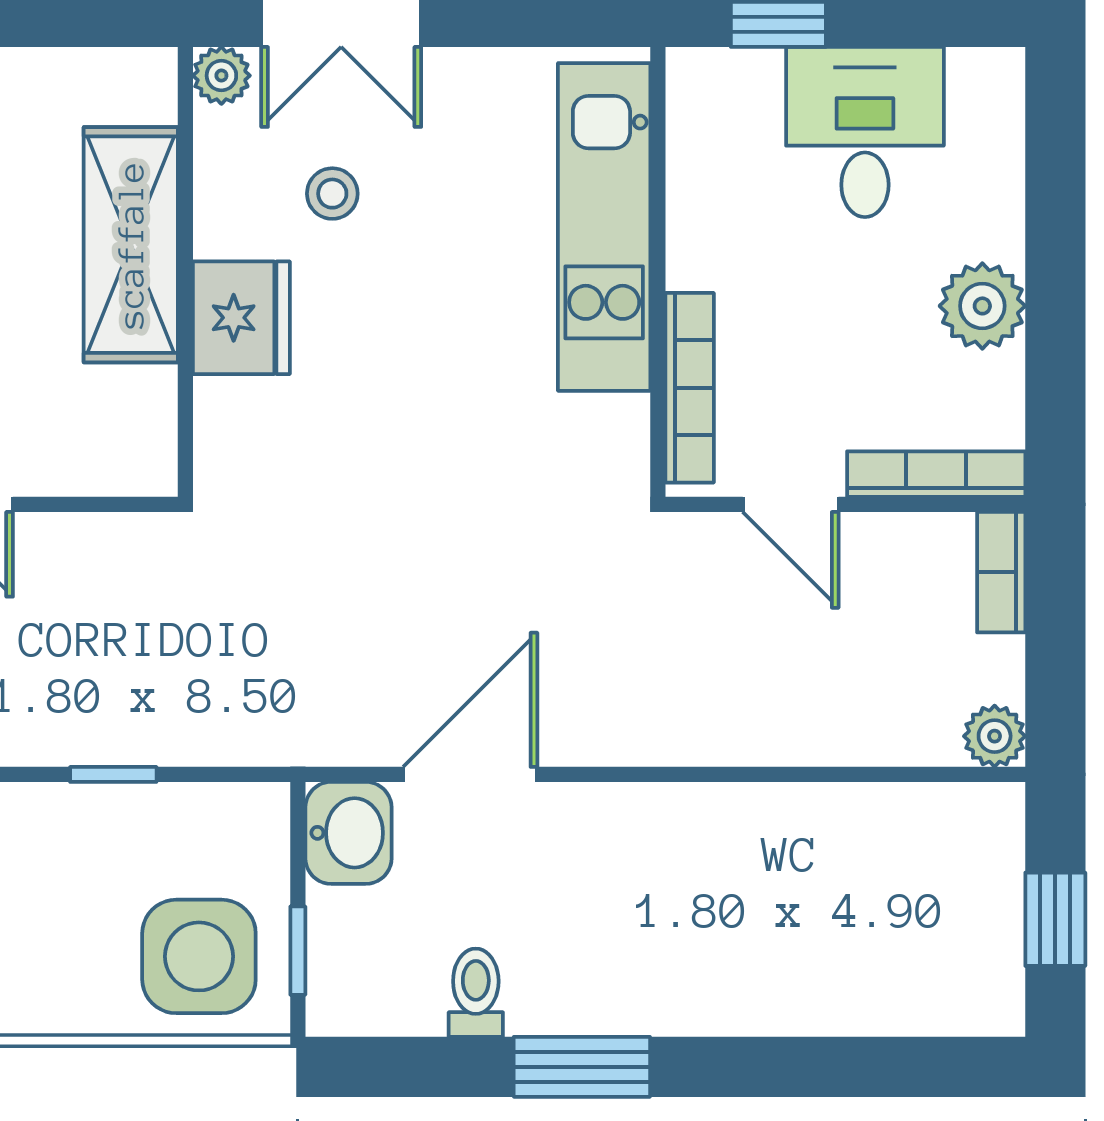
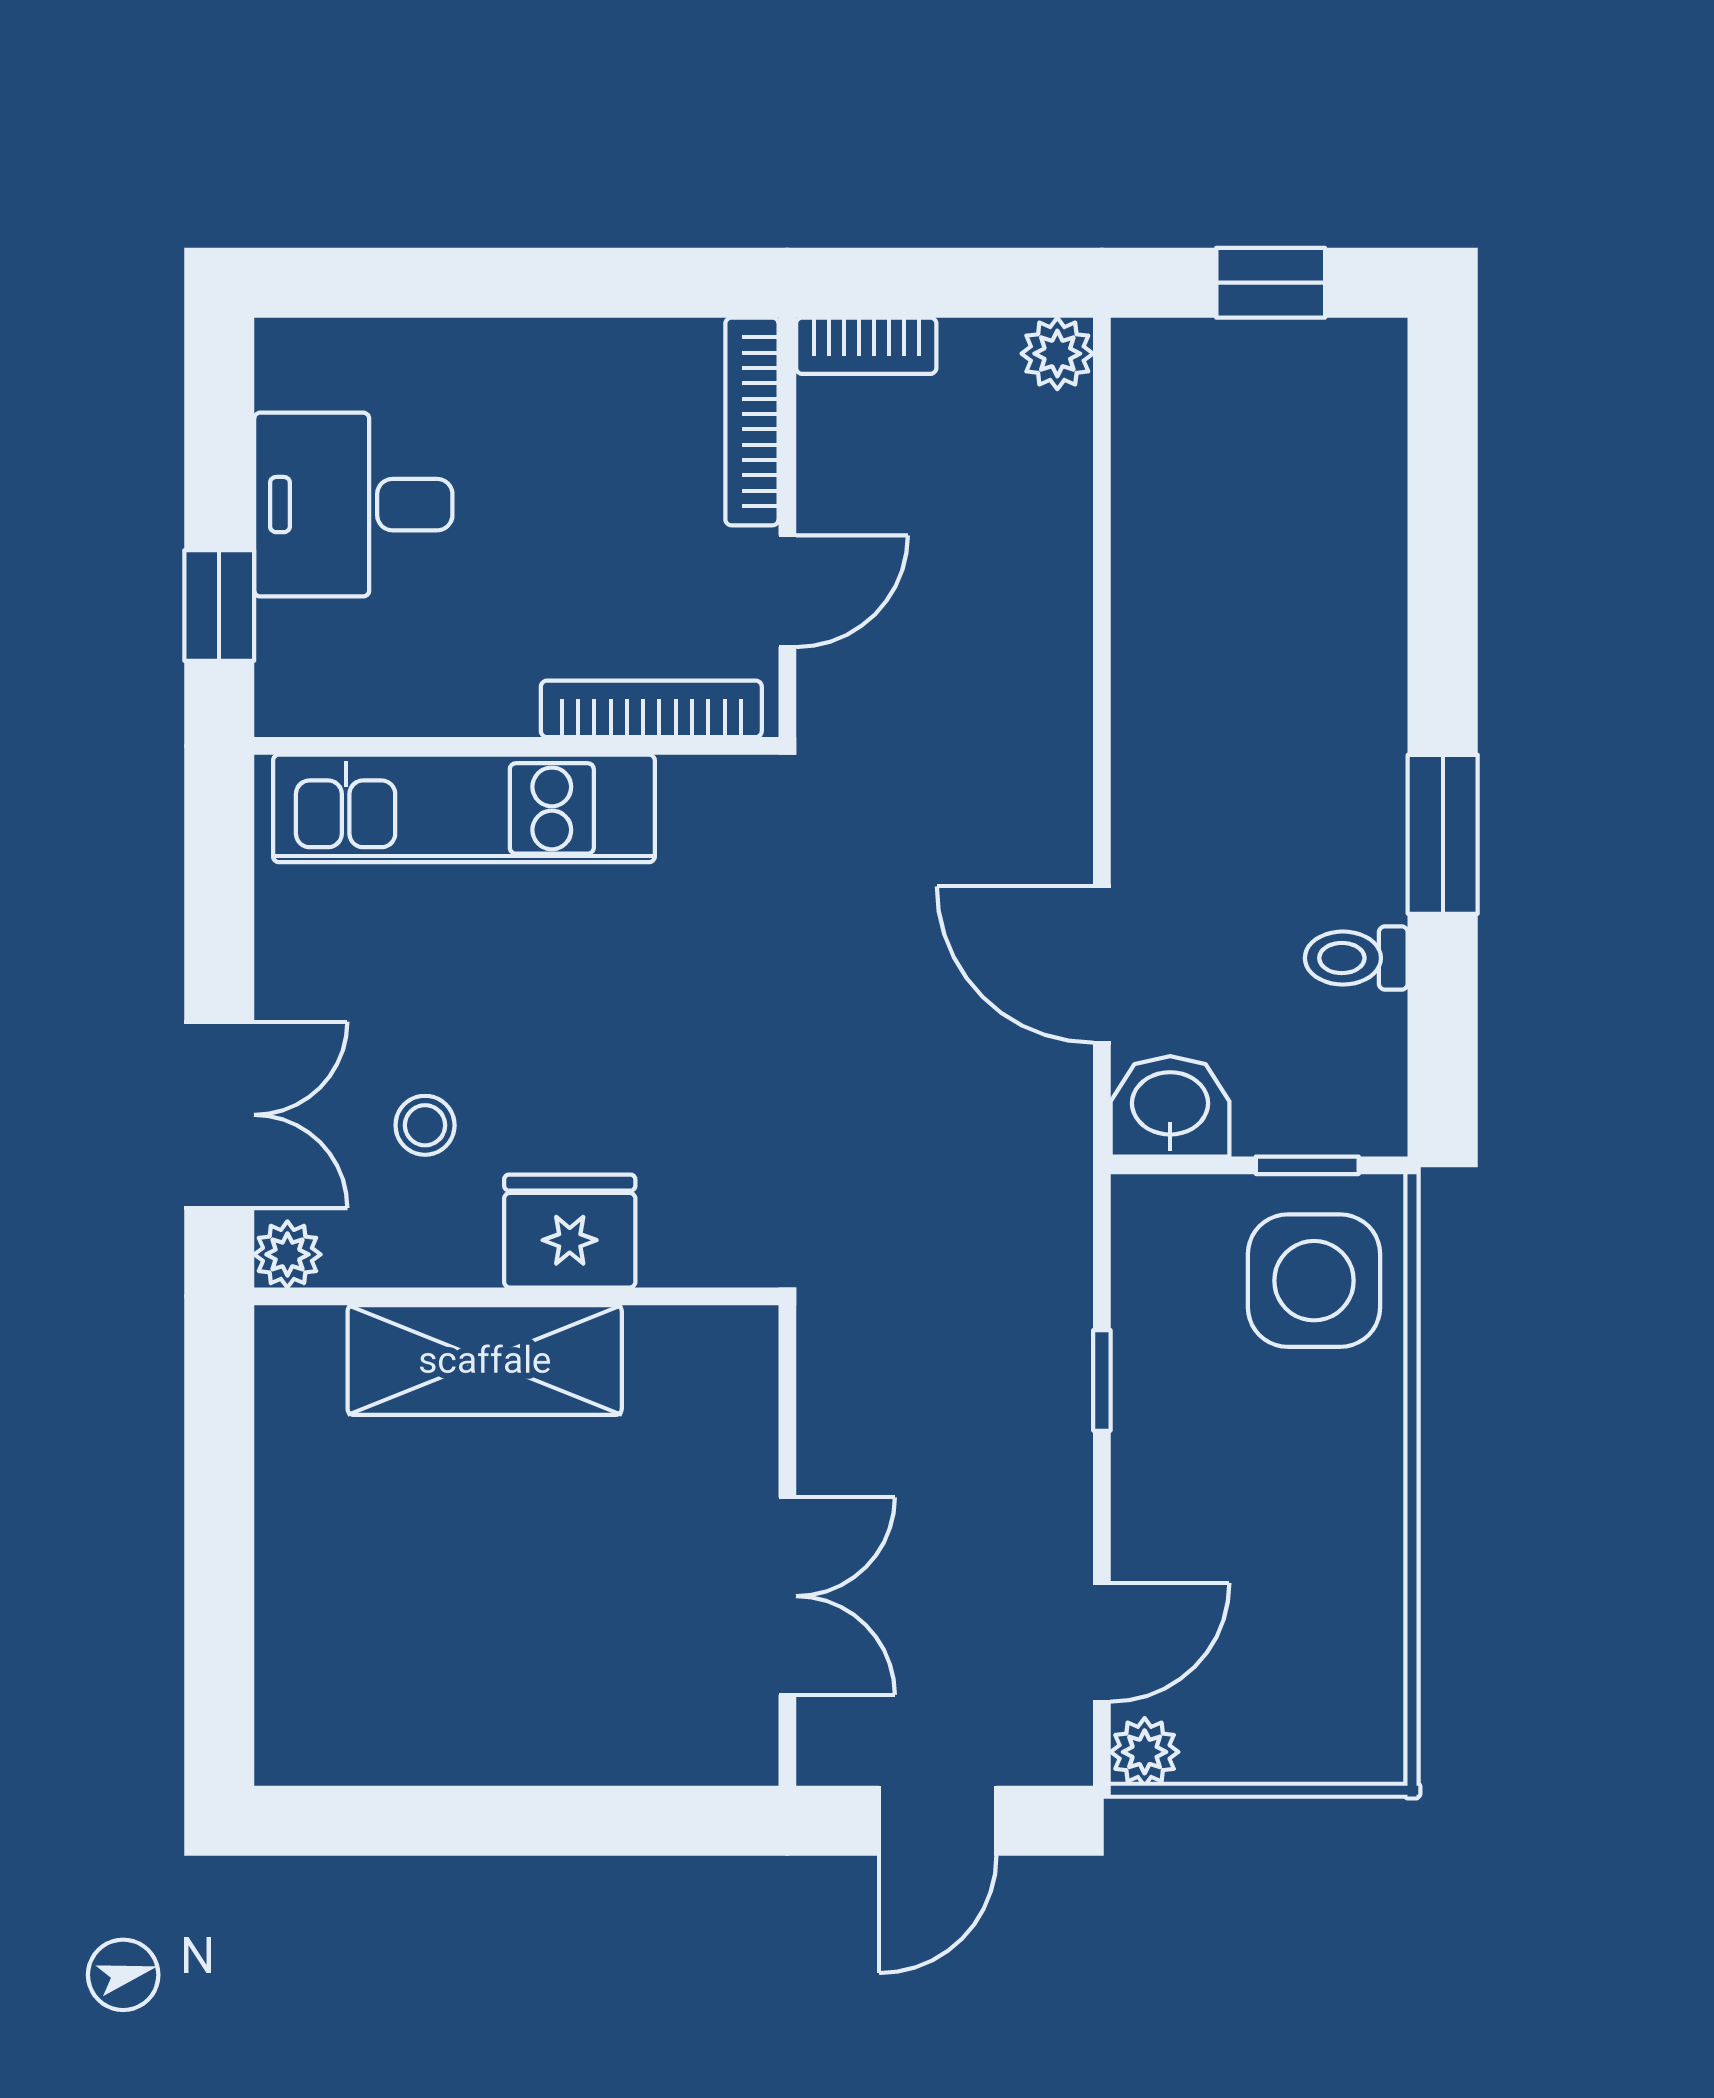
plant: (982, 306) -> (556, 368), removed

